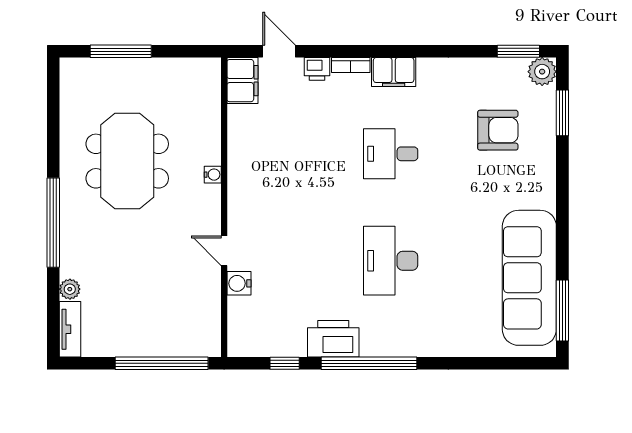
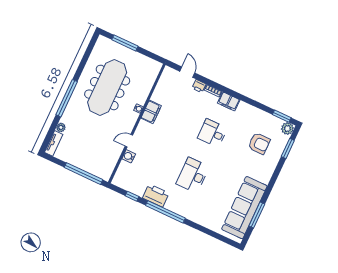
filing cabinet: (242, 81) -> (151, 112), moved
meeting table: (127, 161) -> (107, 87), width x1.36
door: (224, 251) -> (129, 141), hinge flipped
window: (562, 310) -> (257, 215), moved

